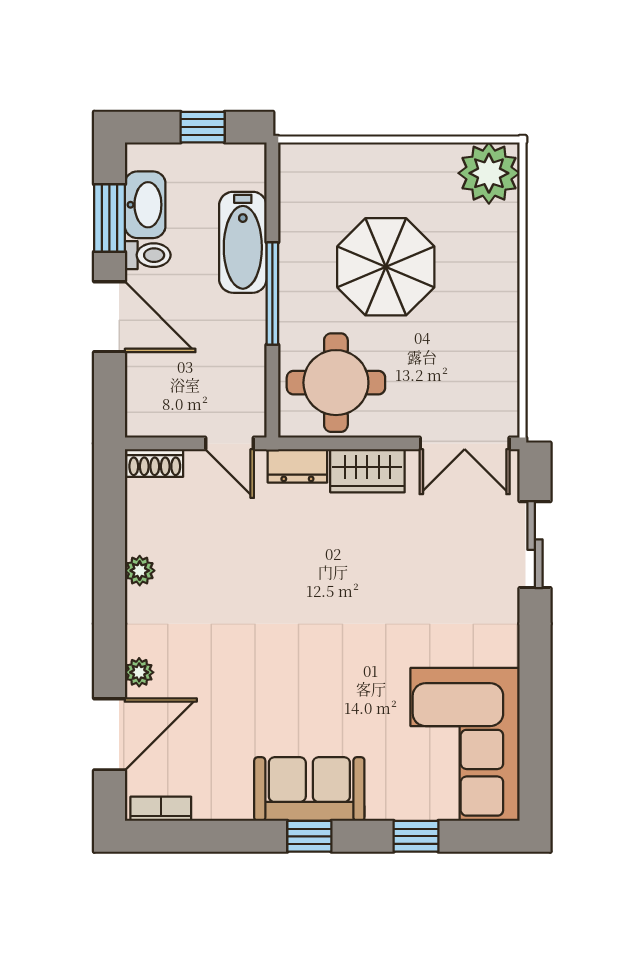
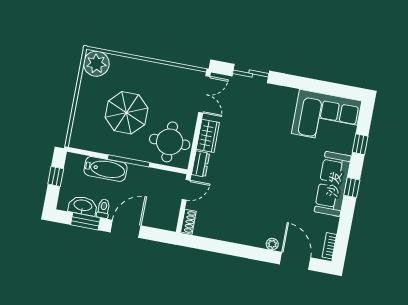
plant: (140, 571) -> (231, 236), removed
sofa: (309, 789) -> (333, 184), width x1.36

